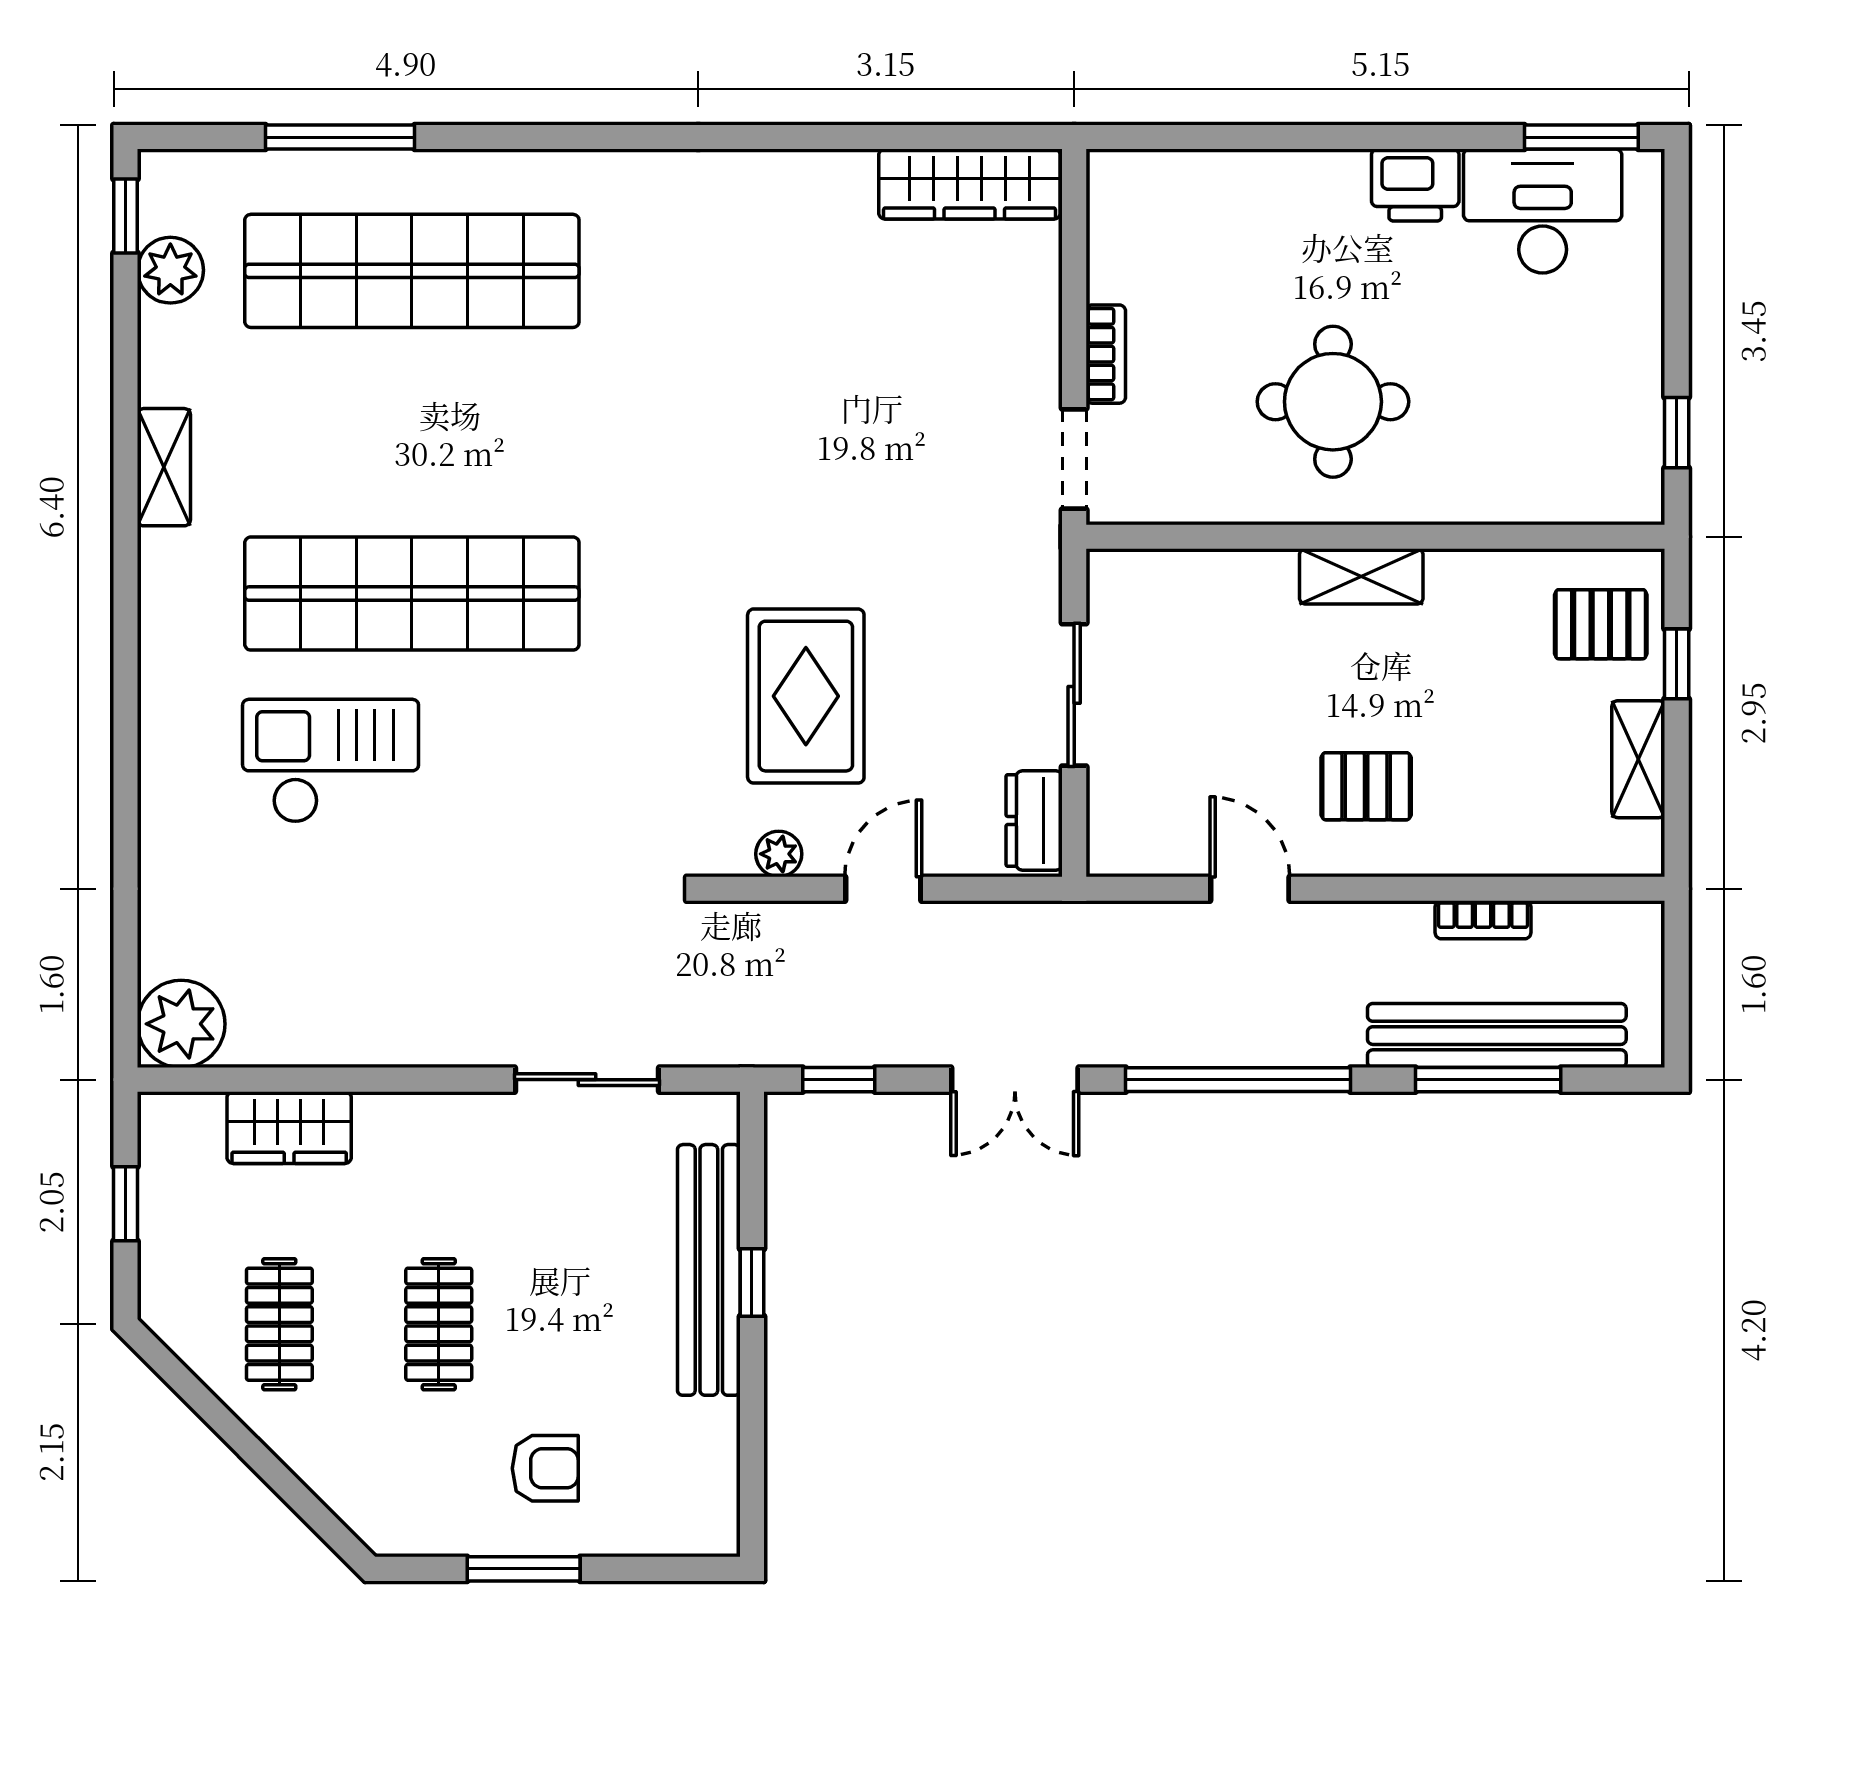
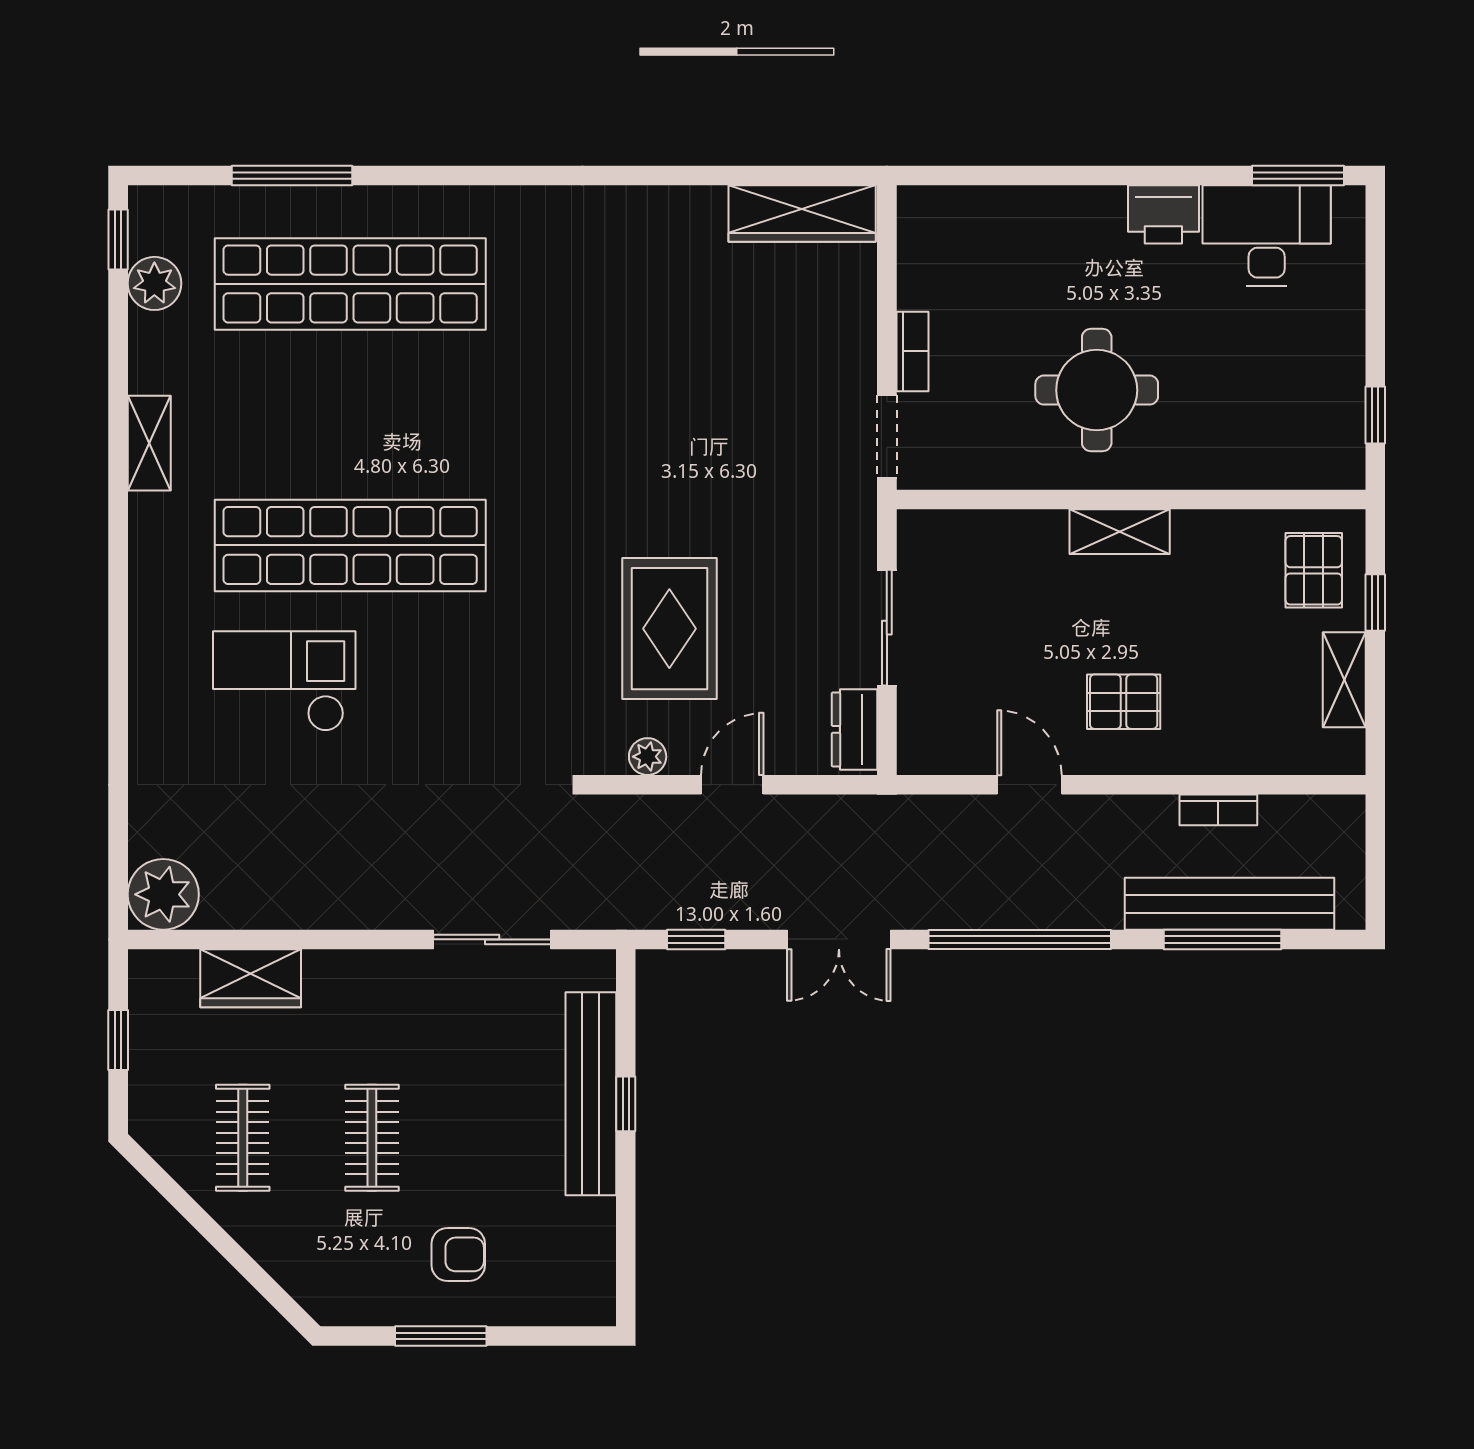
pallet: (1601, 624) -> (1314, 570), turned 90

